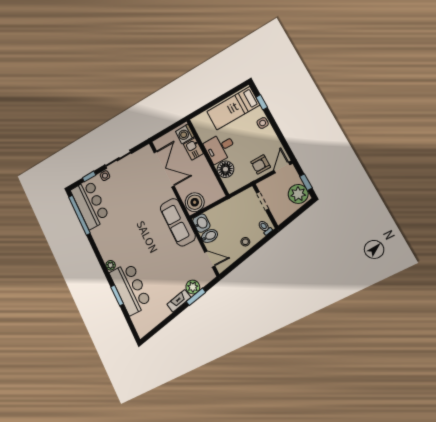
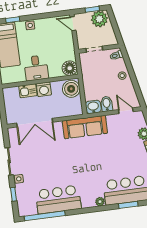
washing machine: (185, 134) -> (44, 89), moved
armchair: (261, 164) -> (64, 40), removed
double door: (164, 169) -> (35, 123), swing flipped
floor lamp: (225, 169) -> (70, 68), moved
boiler: (195, 202) -> (71, 89), moved
bar counter: (90, 204) -> (58, 200), moved
door: (210, 259) -> (126, 111), hinge flipped

